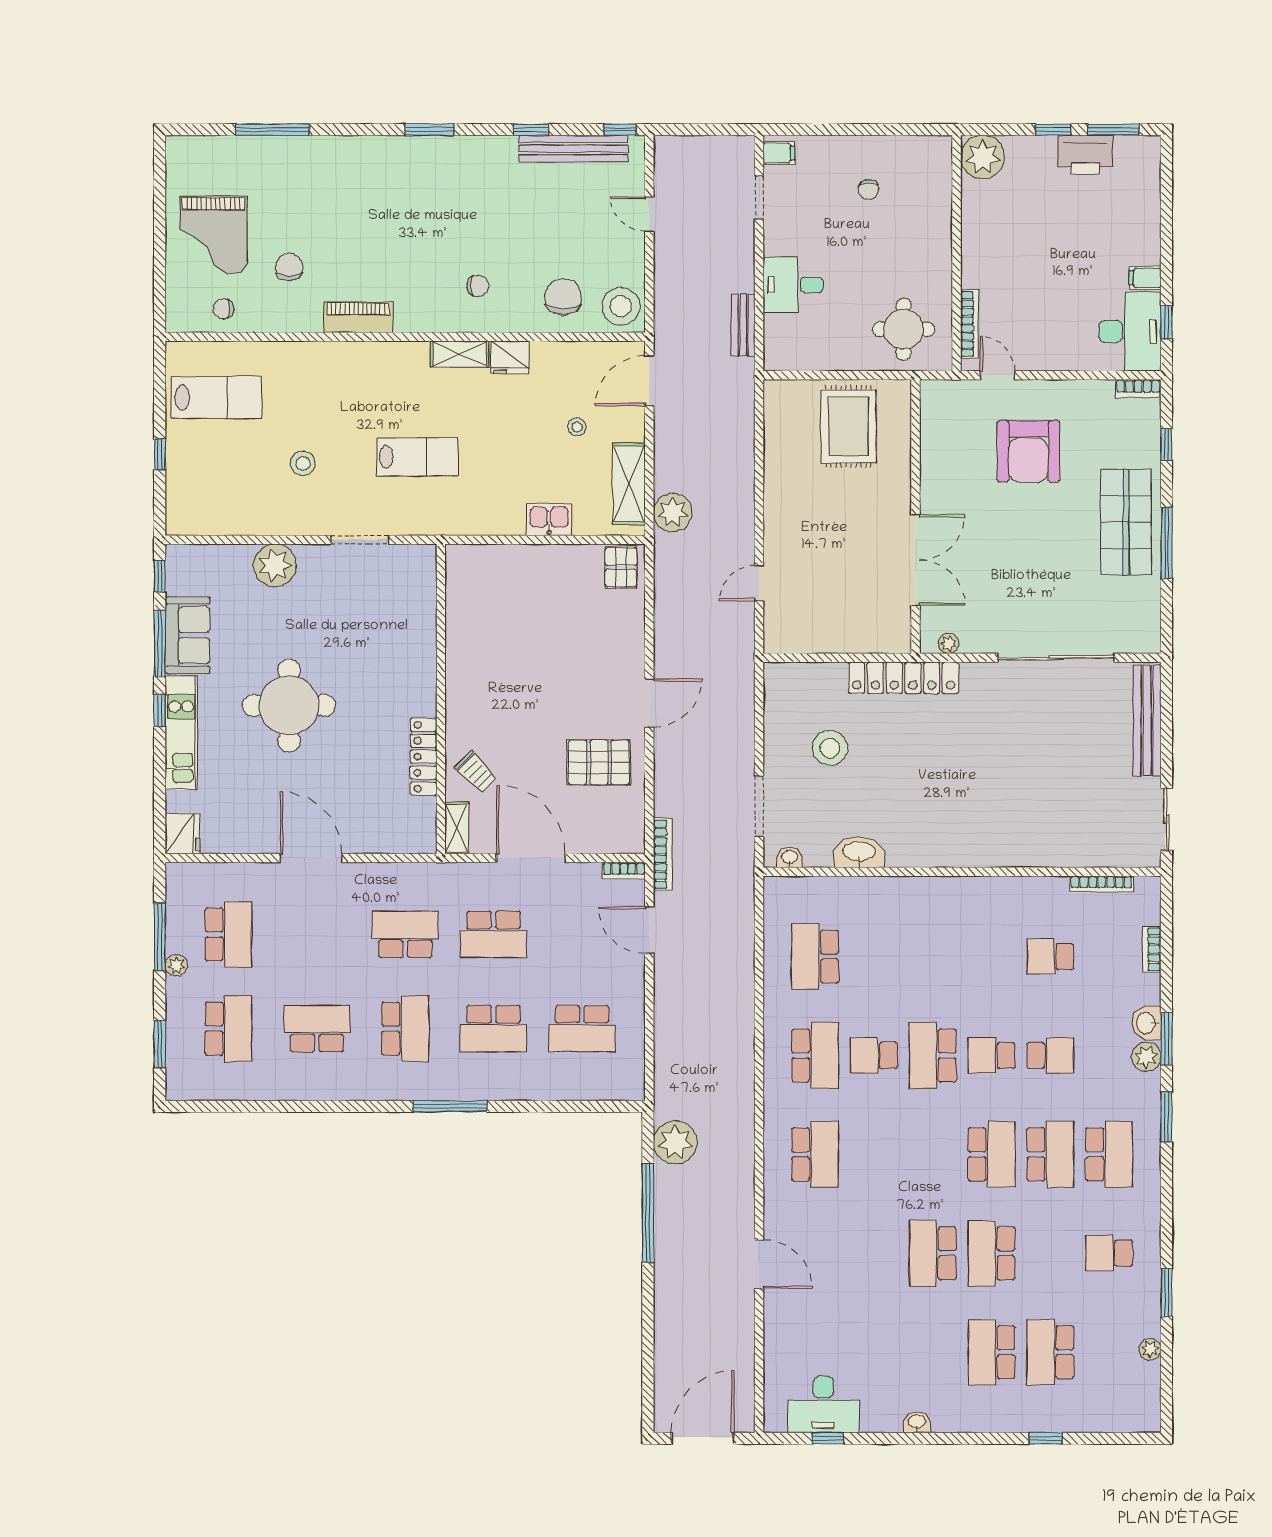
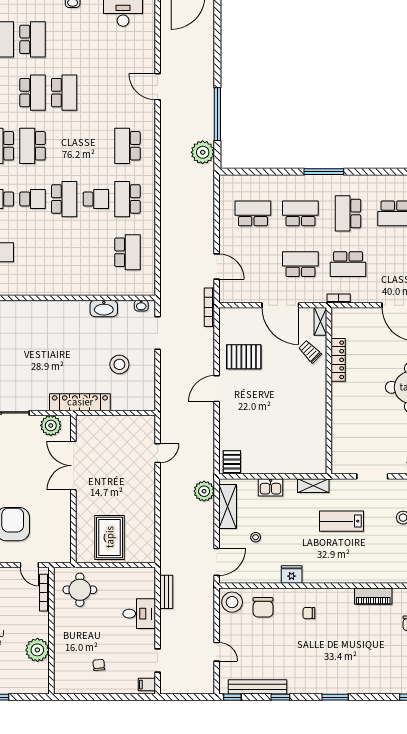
plant: (983, 157) -> (37, 650), moved
shelving: (460, 354) -> (313, 486), moved
plant: (949, 643) -> (51, 425), width x1.87, depth x1.87
bookcase: (624, 871) -> (339, 298), moved

